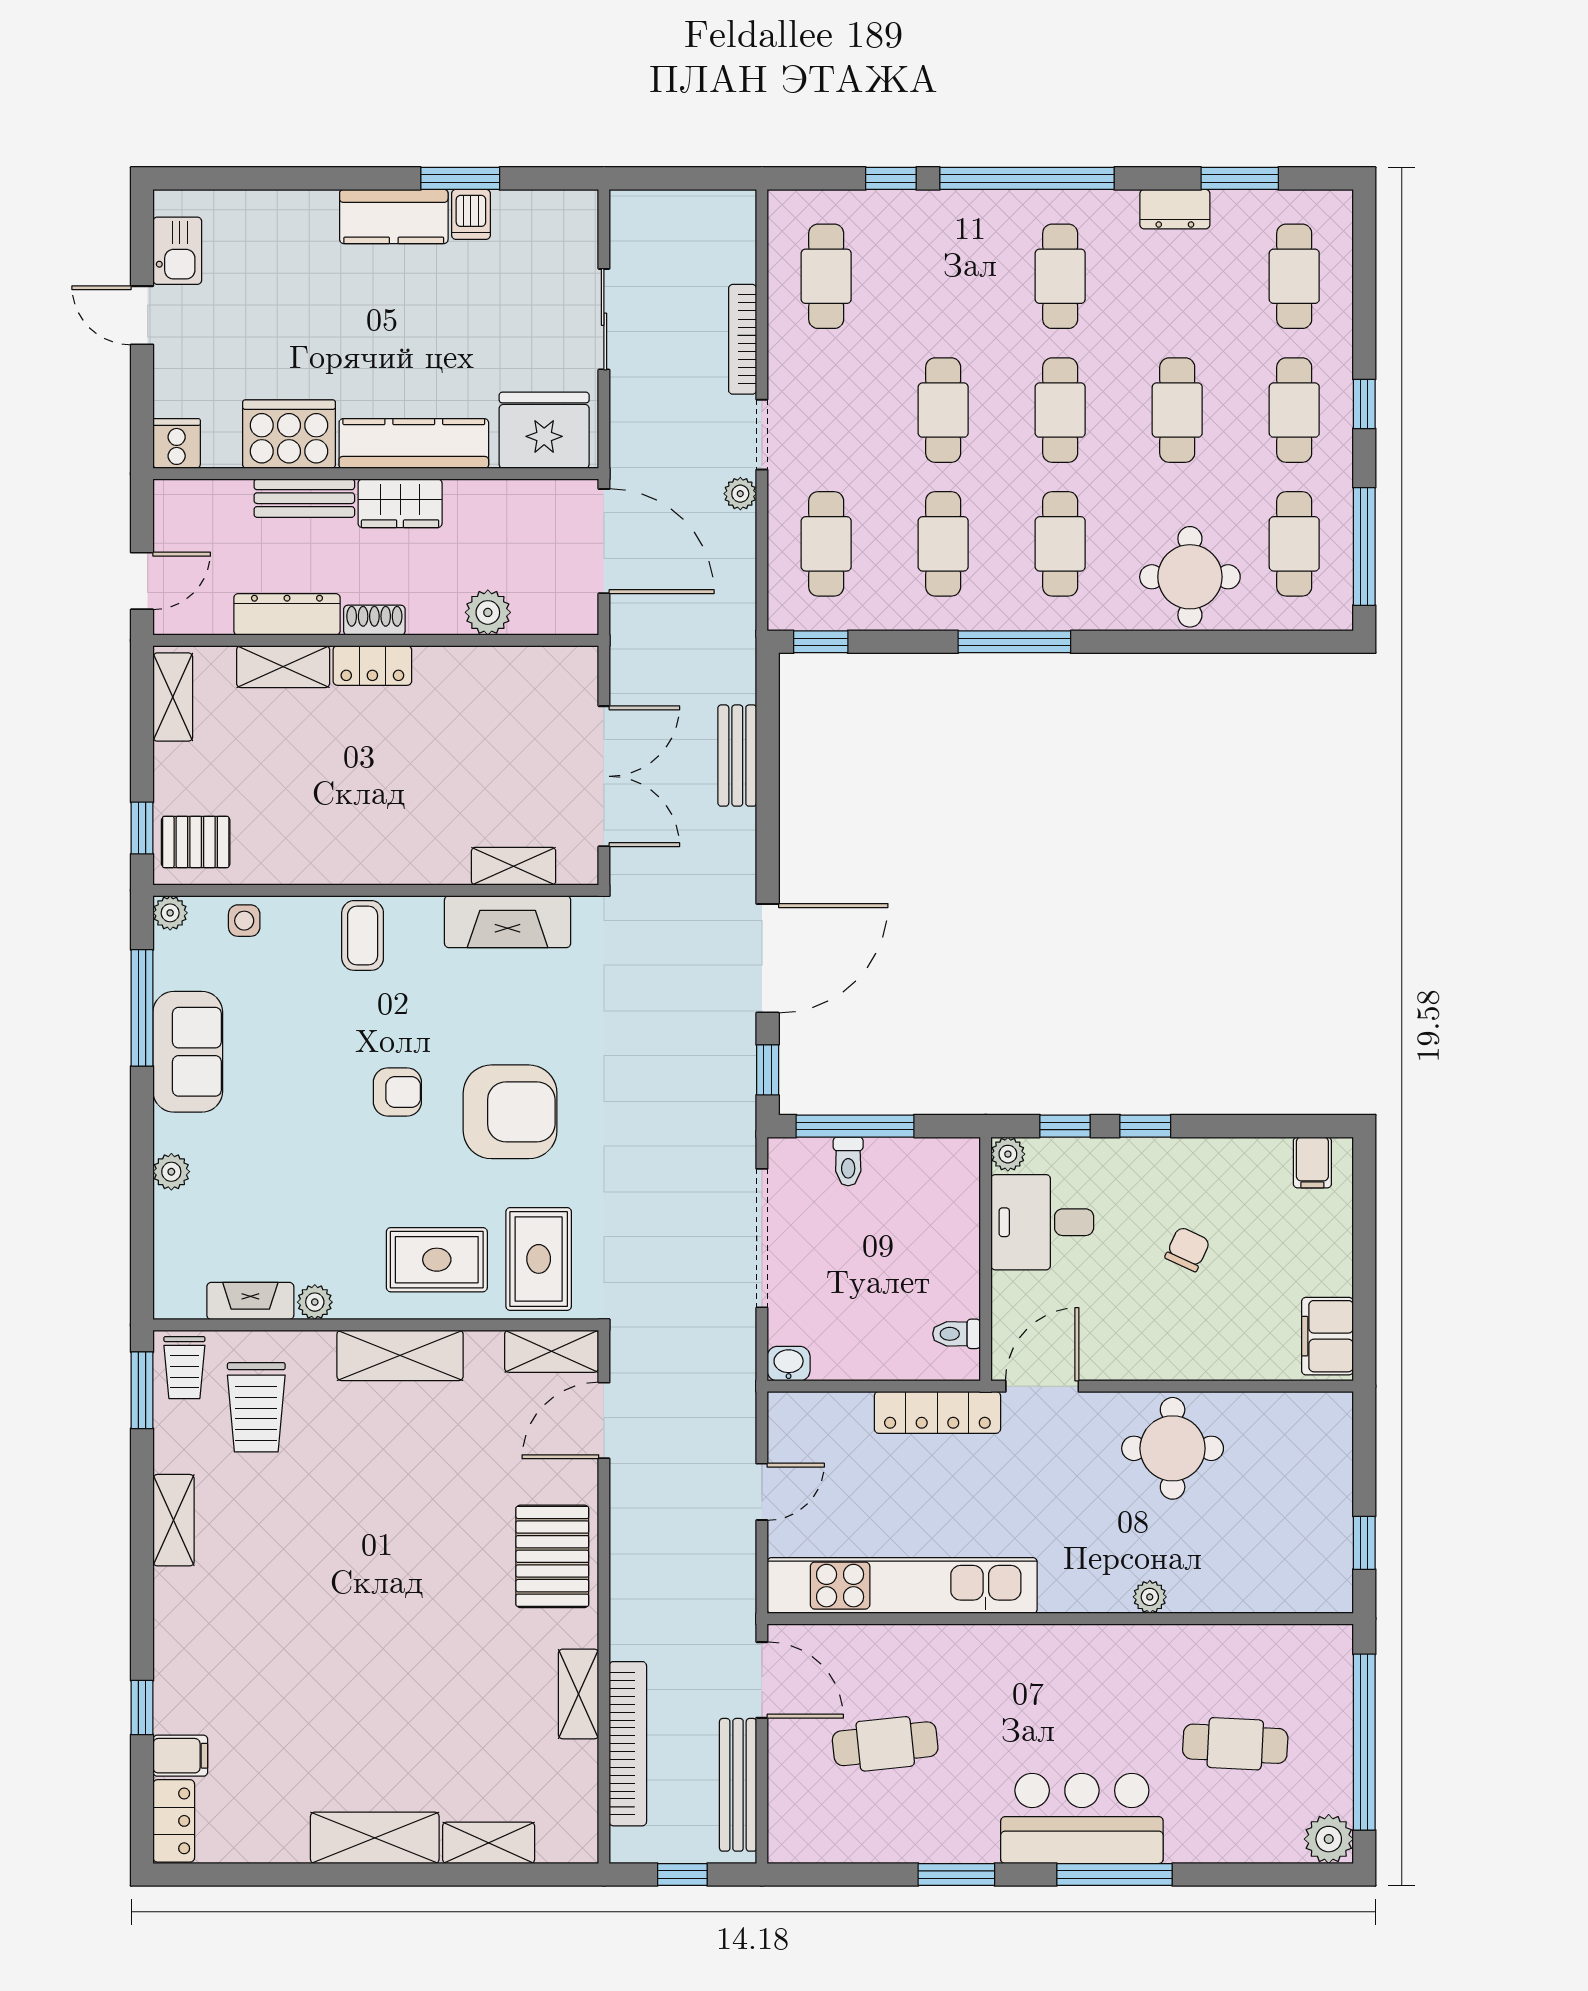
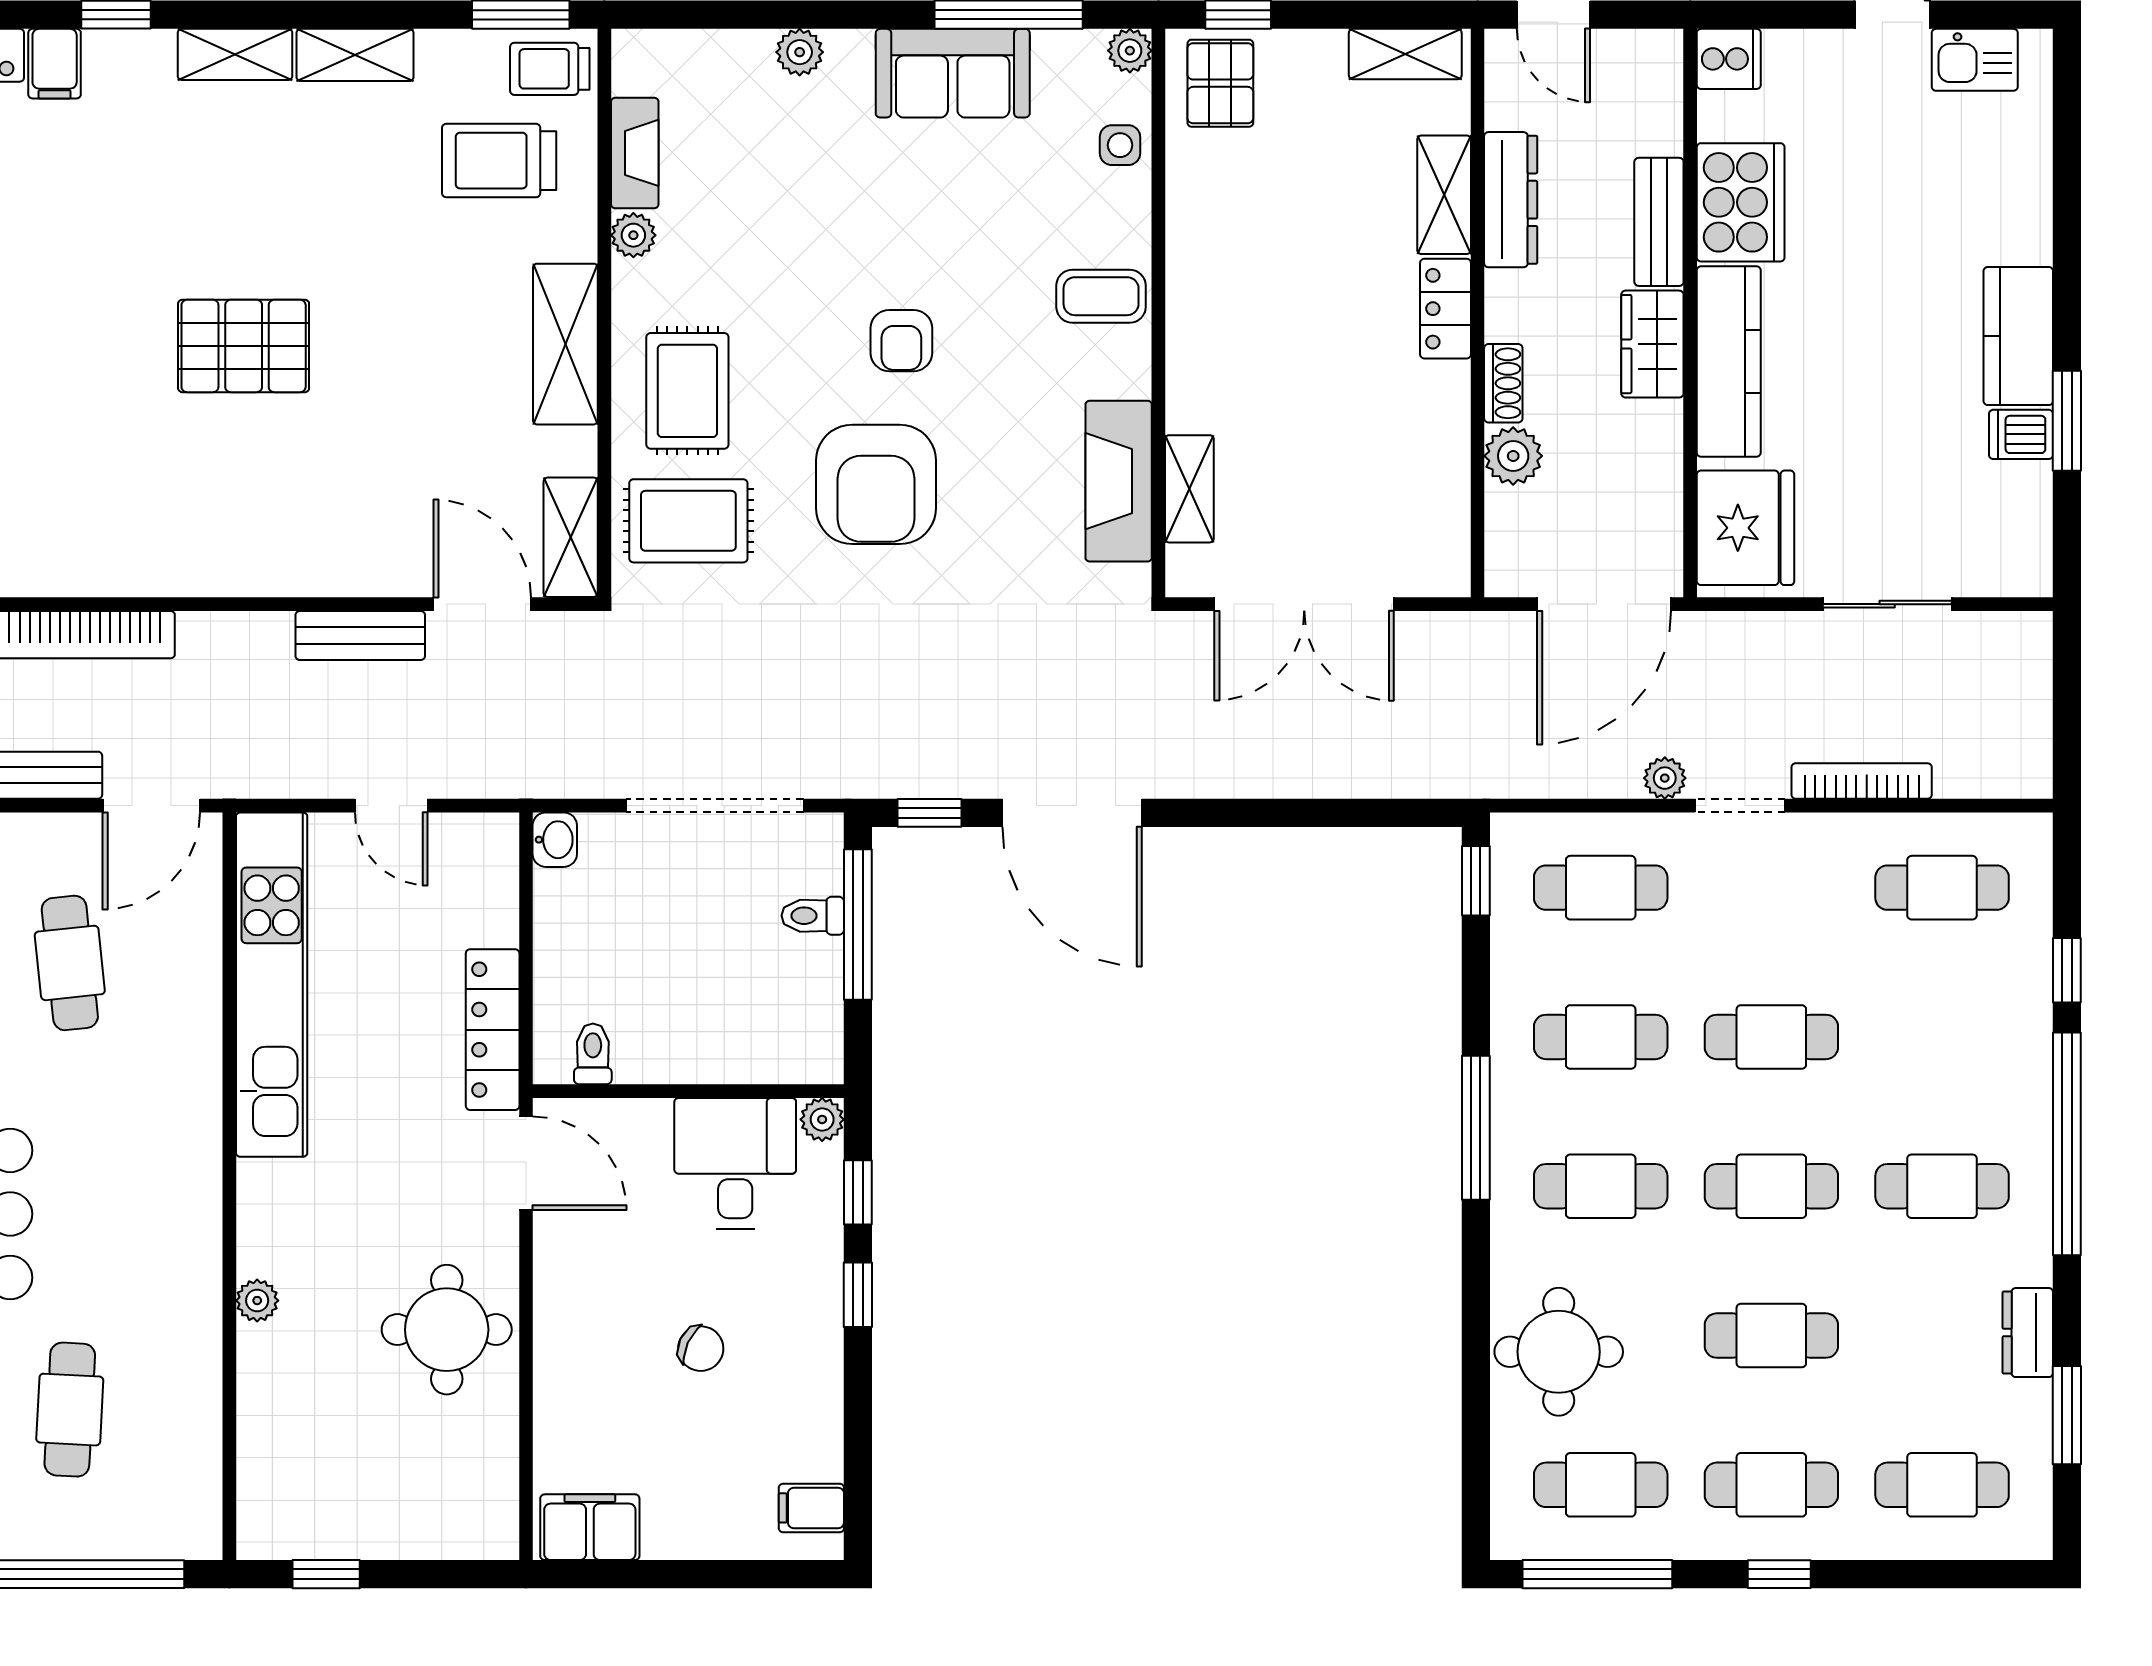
shoe rack: (374, 620) -> (1503, 383), moved
bench: (737, 756) -> (360, 636), moved
pallet: (552, 1556) -> (244, 346), moved
shelving: (579, 1694) -> (235, 54), moved

